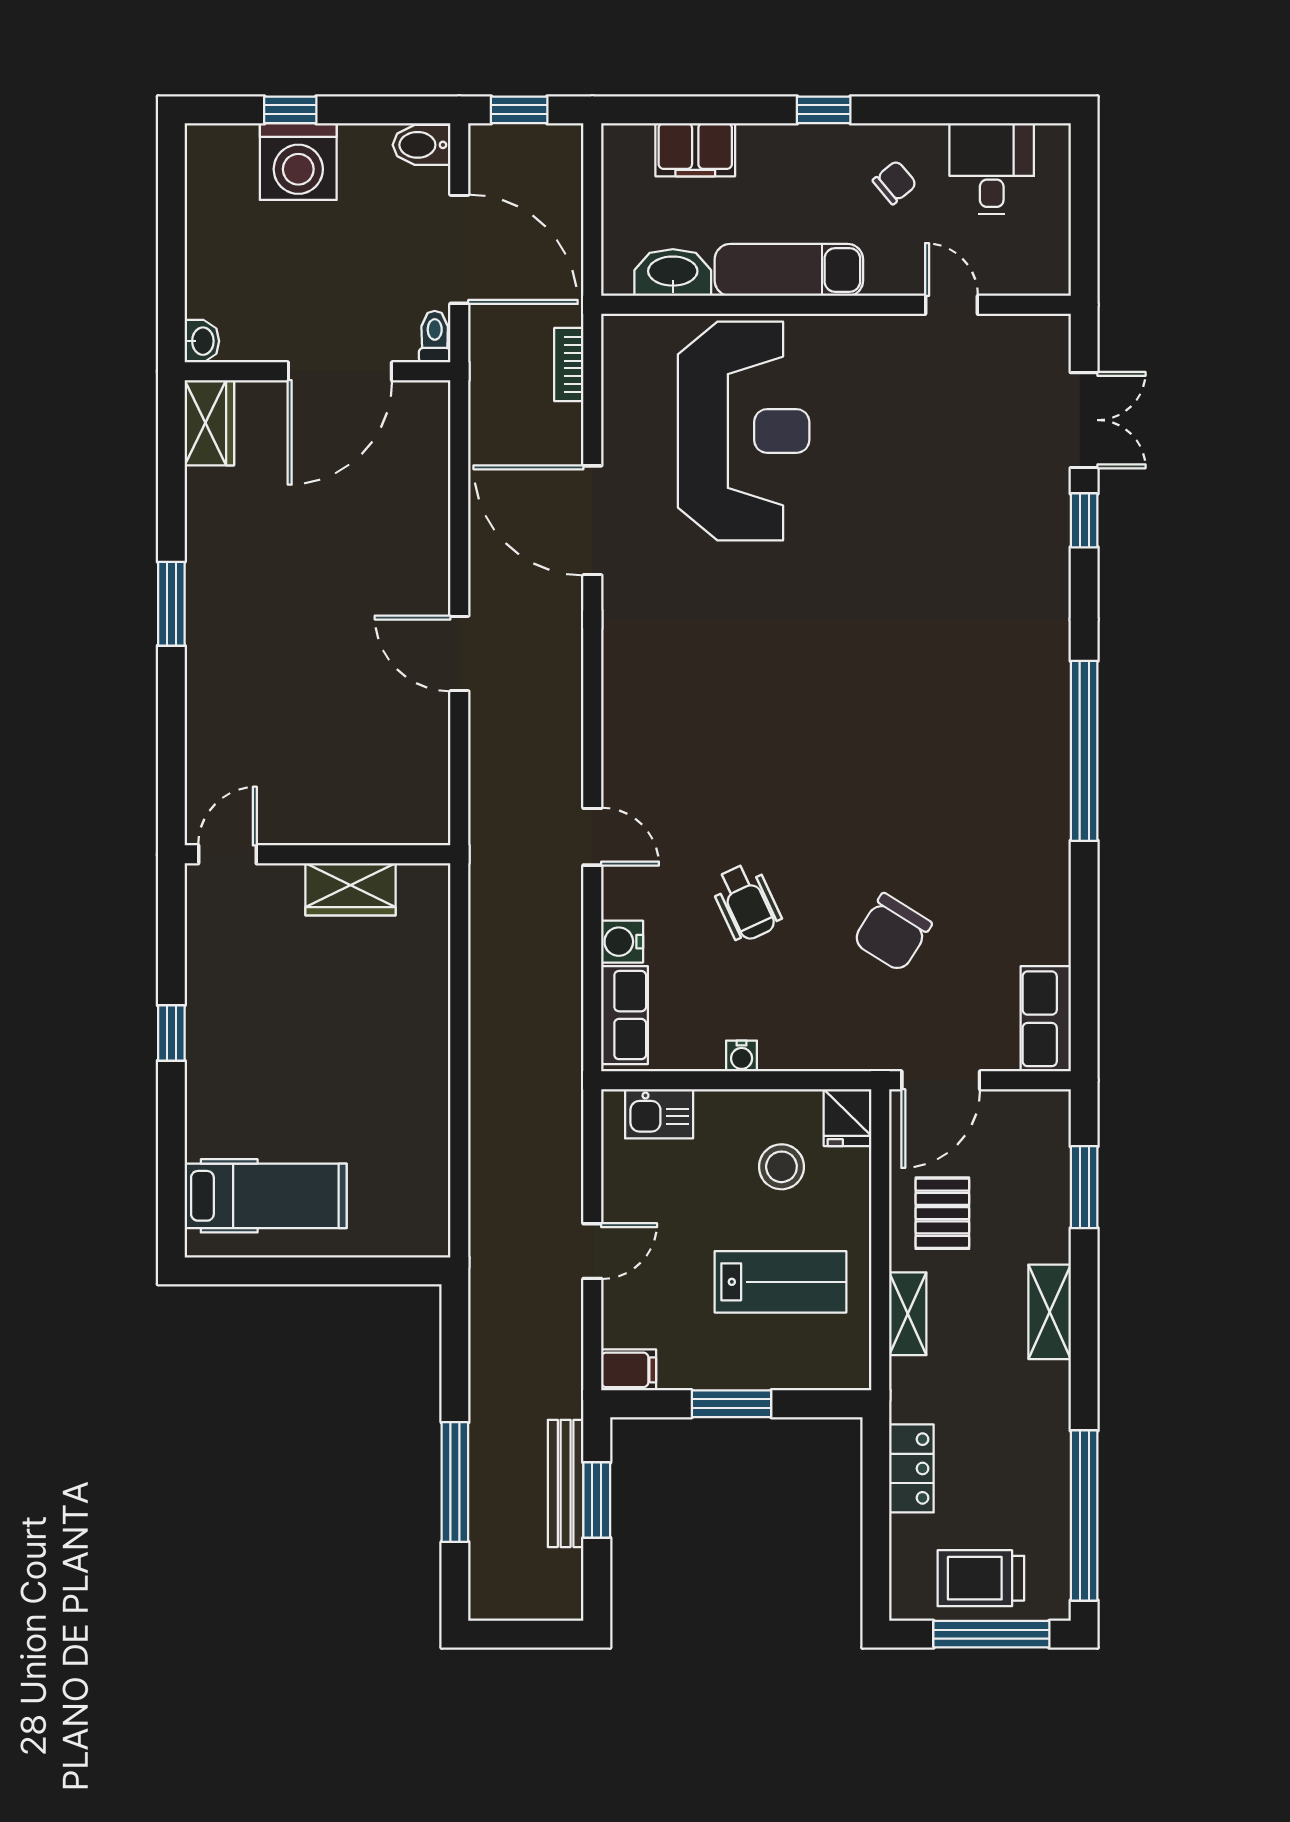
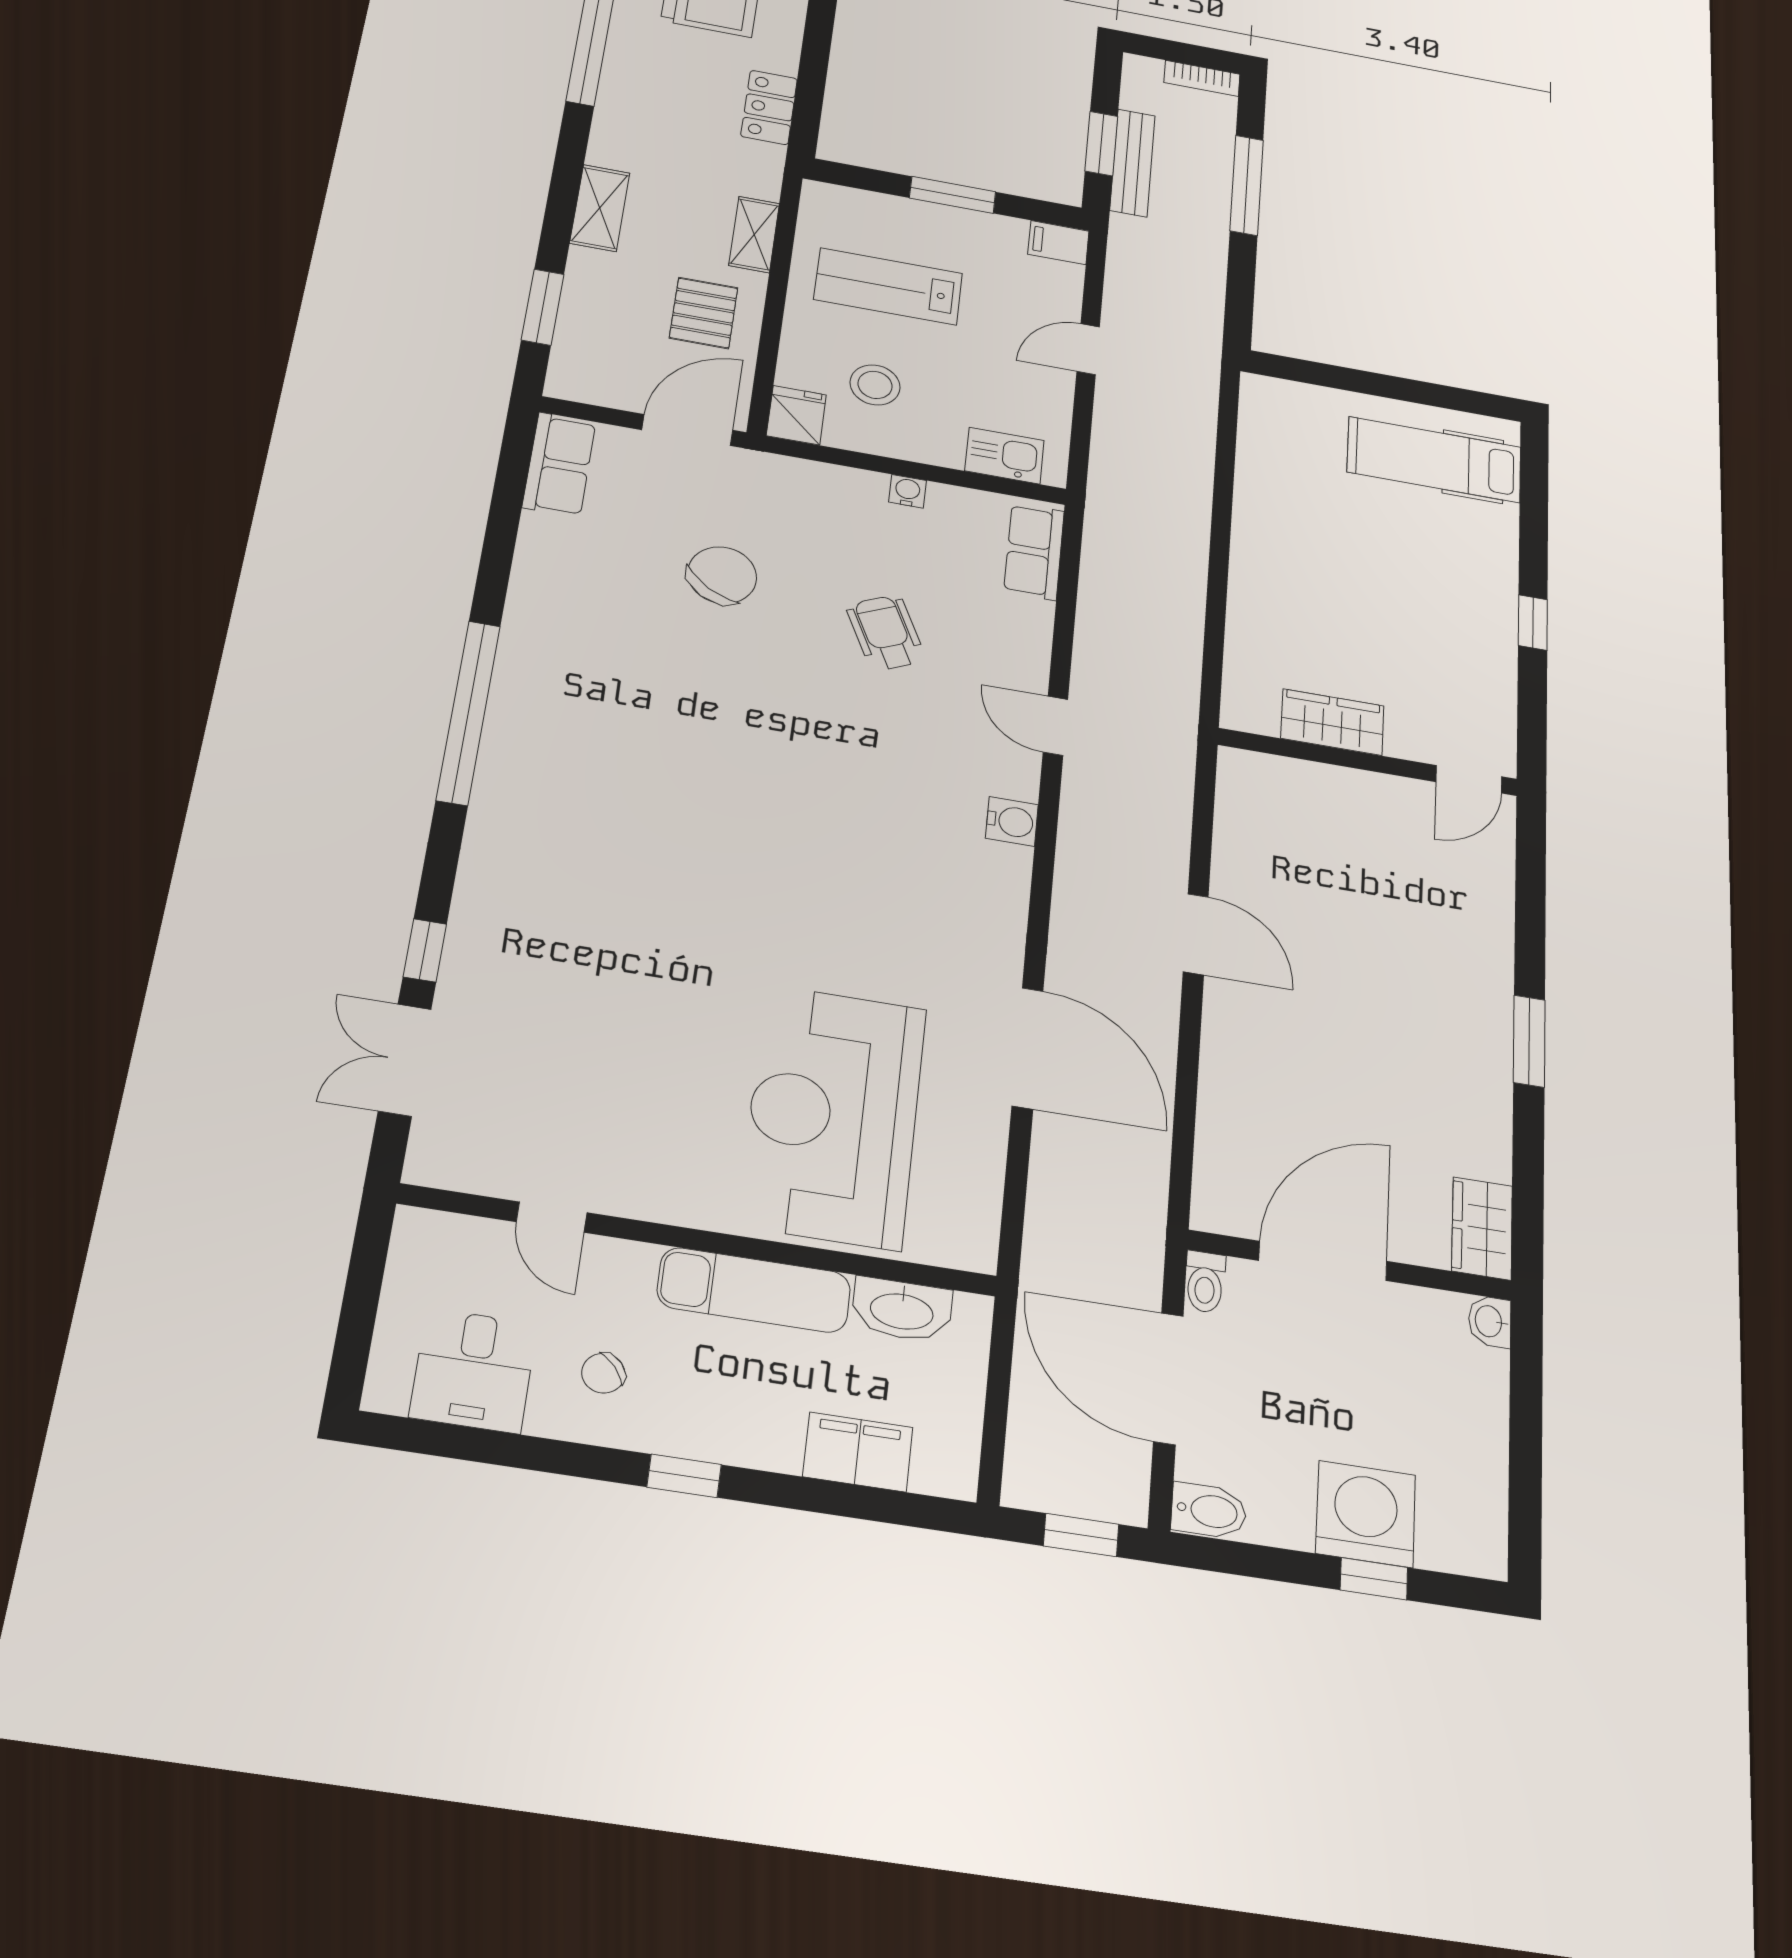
bookcase: (569, 365) -> (1202, 78), moved, turned 90
water cooler: (622, 942) -> (1012, 821), moved

